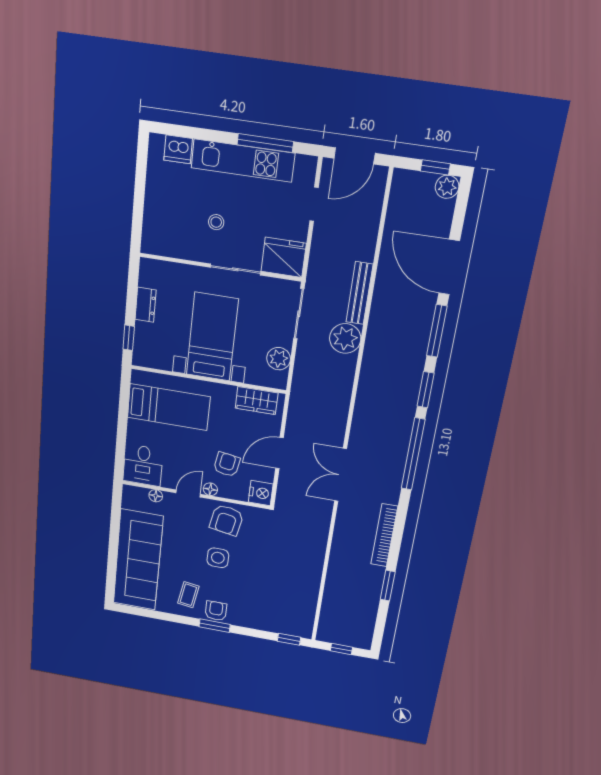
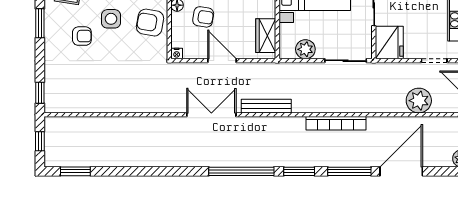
bench: (359, 293) -> (266, 106), moved
plant: (345, 338) -> (419, 101), moved
nightstand: (261, 493) -> (177, 54), width x0.53, depth x0.56
bookcase: (384, 535) -> (336, 123), moved, turned 180
window: (388, 586) -> (75, 171), moved
armchair: (216, 611) -> (82, 36), moved

